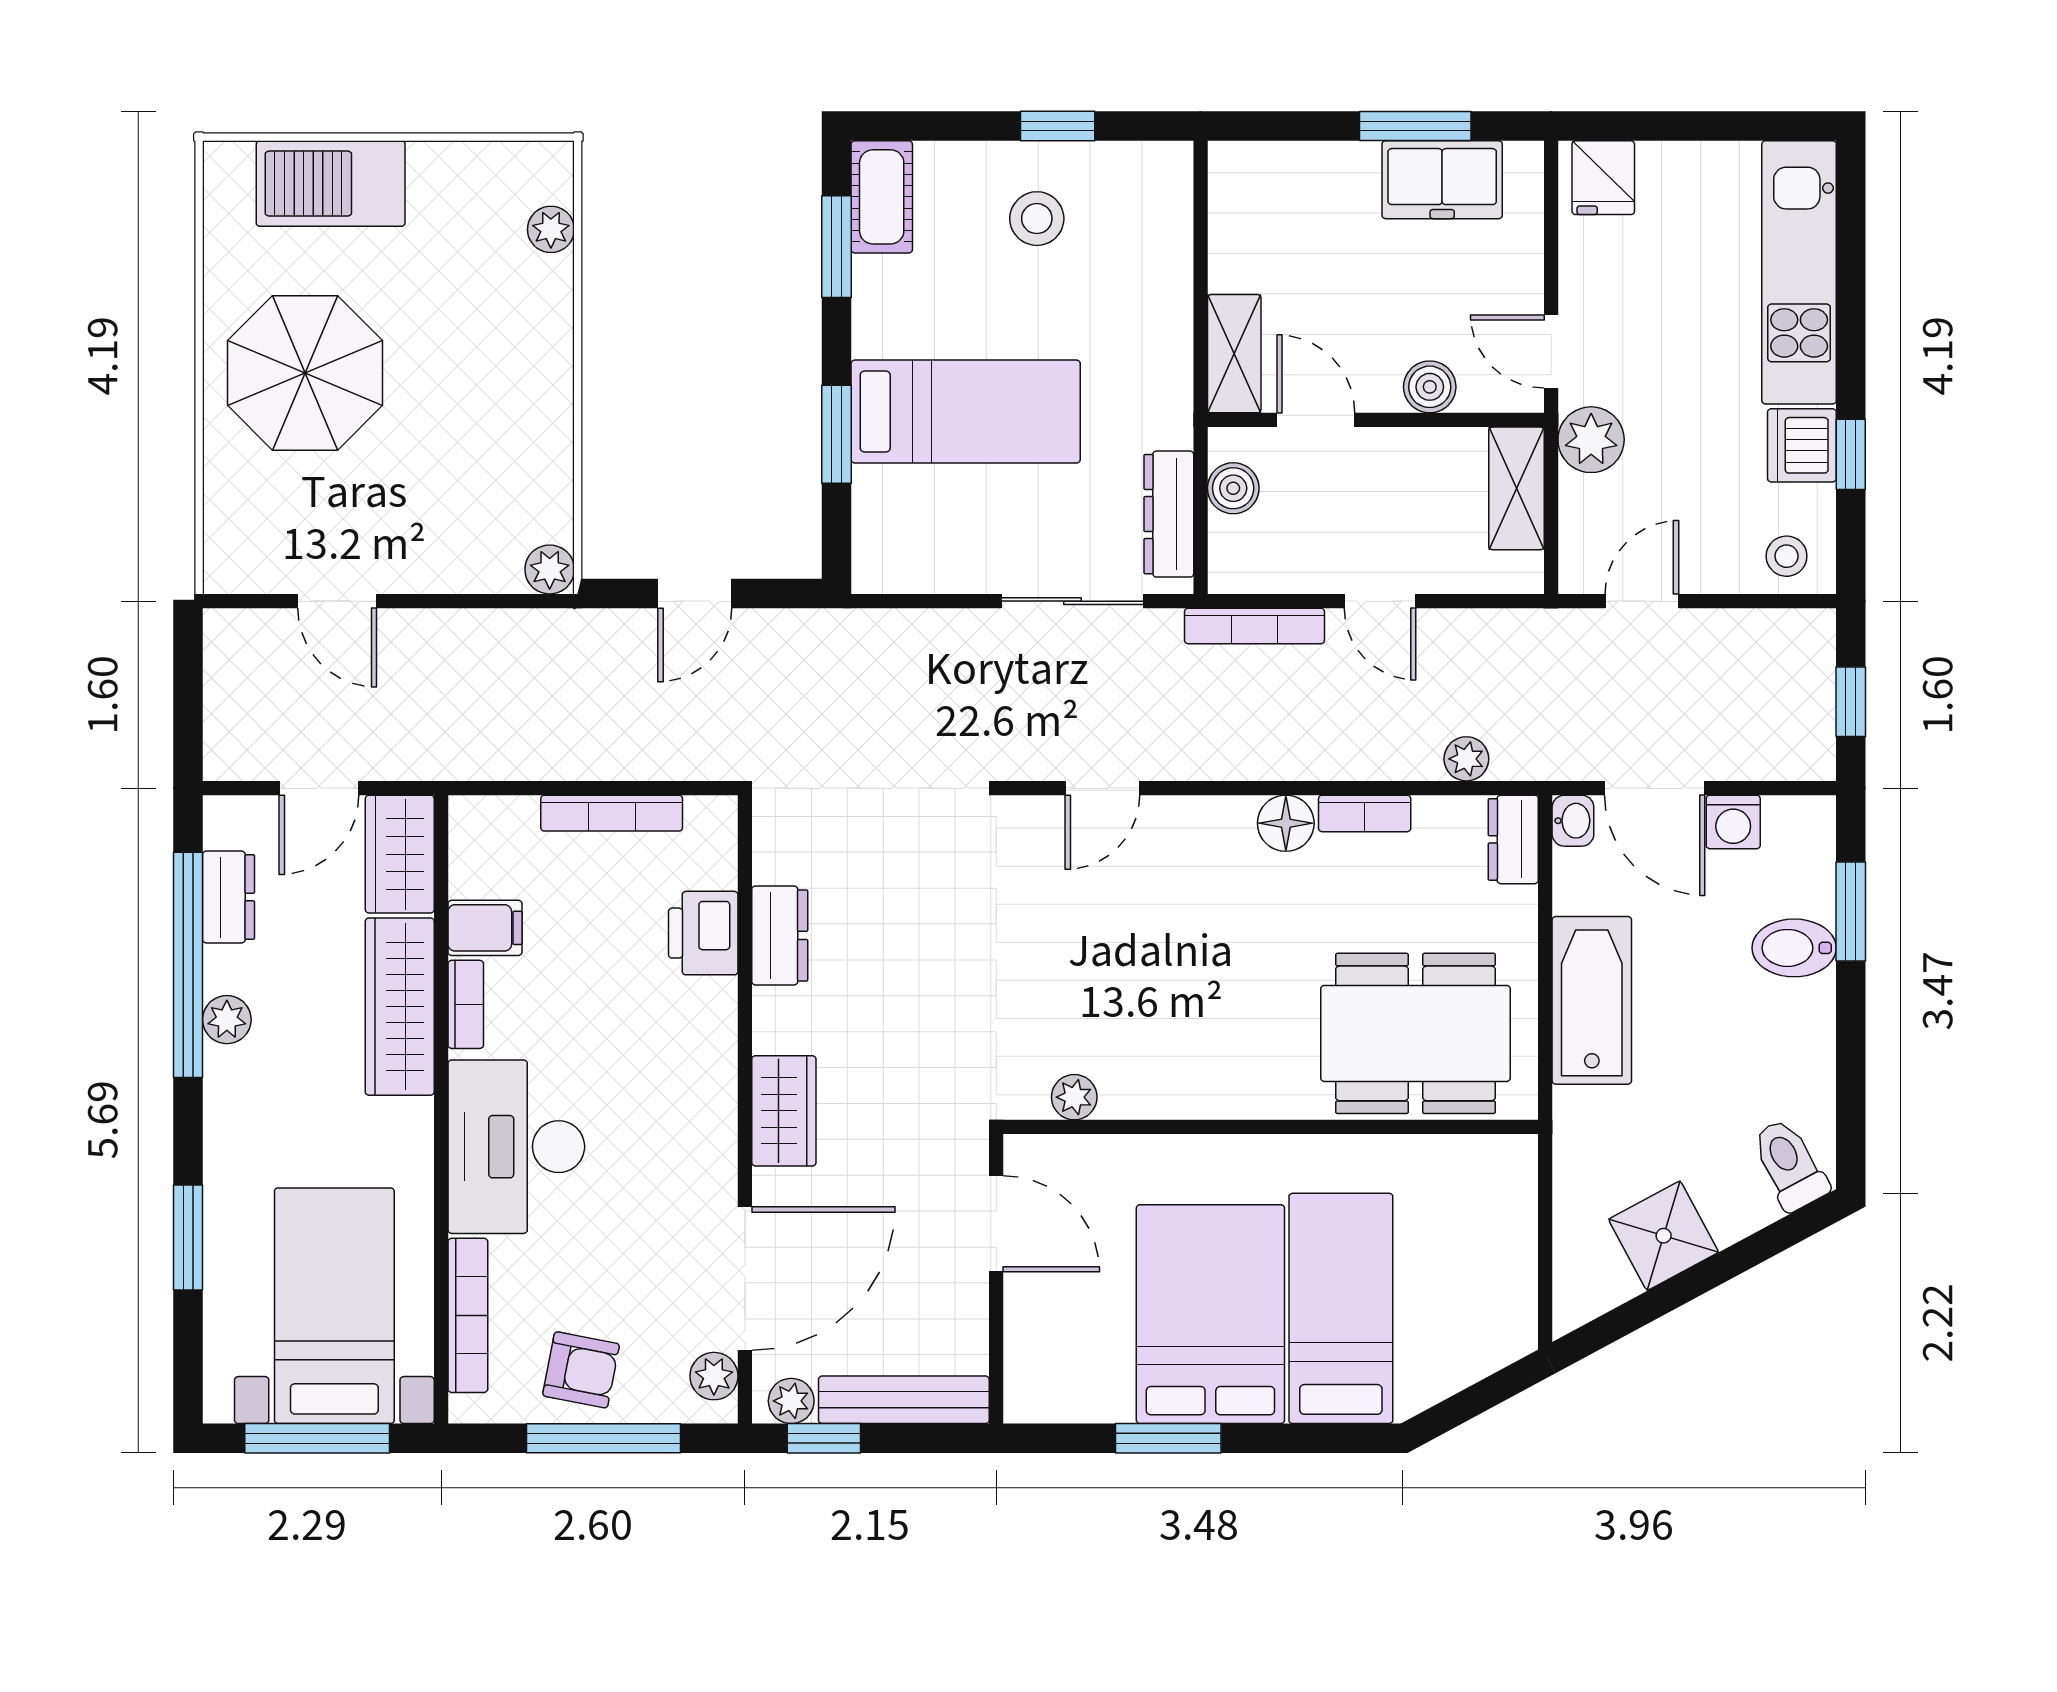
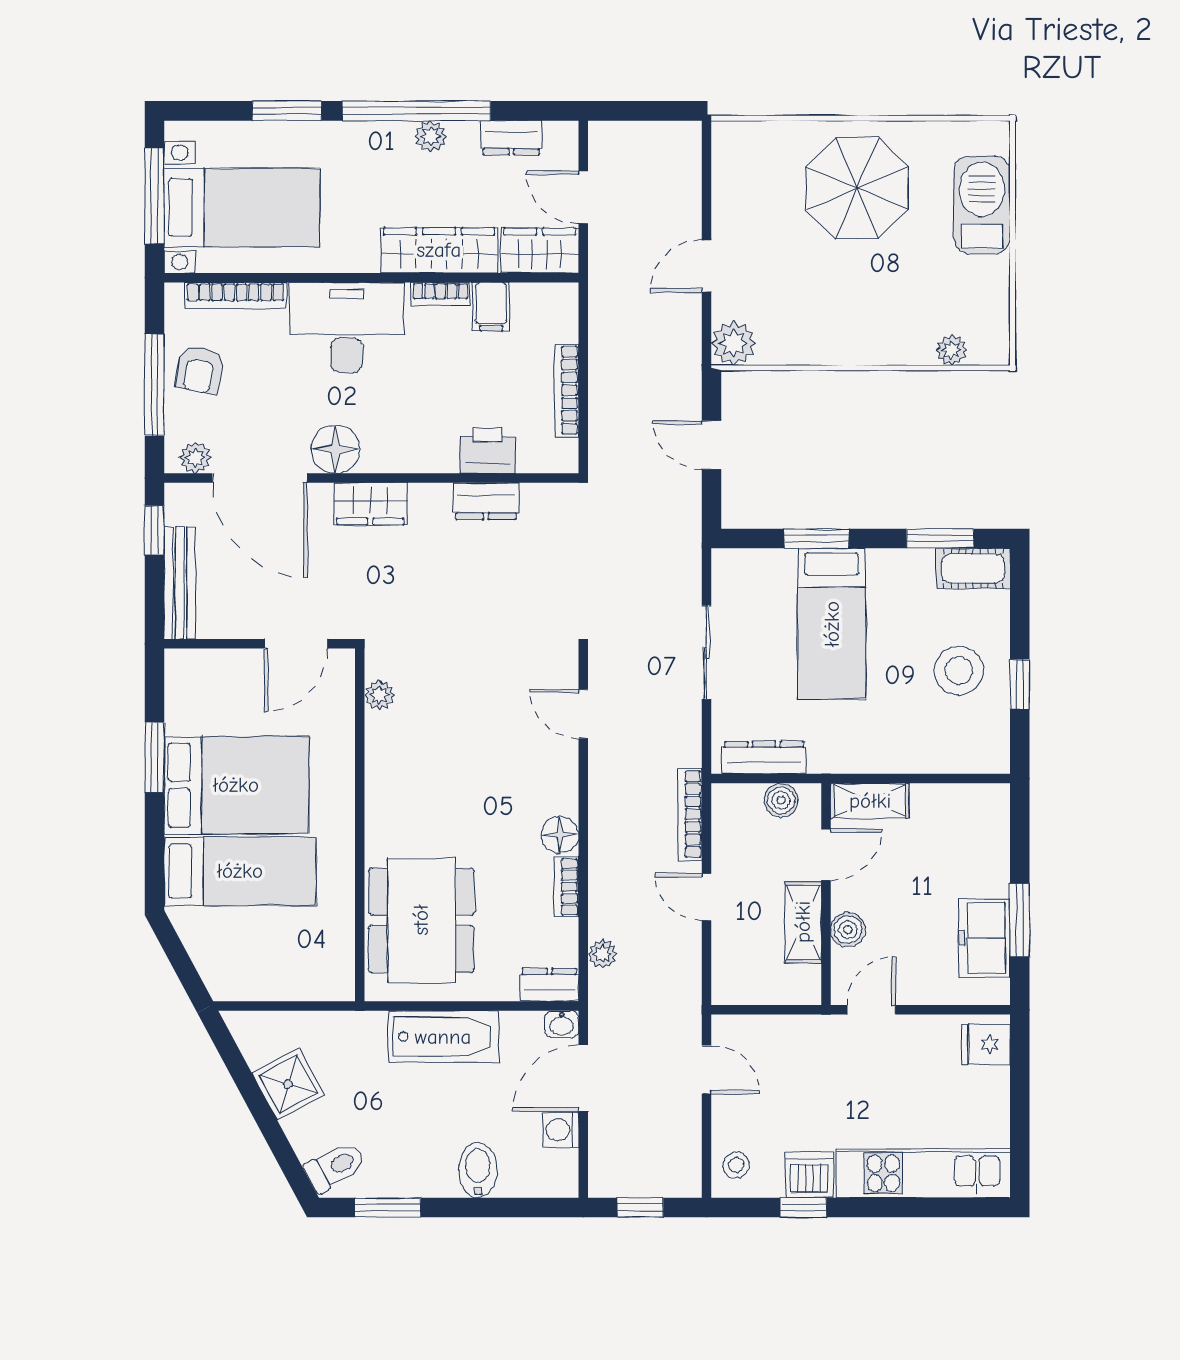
stool: (1037, 219) -> (959, 671), width x1.38, depth x1.38
plant: (1591, 440) -> (813, 1036), removed
shelving: (1516, 488) -> (803, 922), moved, turned 90
plant: (550, 569) -> (733, 343), width x1.38, depth x1.38
door: (337, 601) -> (707, 266), moved
sliding door: (1072, 601) -> (707, 652), moved
door: (1380, 601) -> (707, 897), hinge flipped
window: (1851, 912) -> (388, 1207), moved
window: (188, 965) -> (417, 111), moved
floor lamp: (701, 1164) -> (335, 449), added
plant: (791, 1401) -> (179, 509), removed

